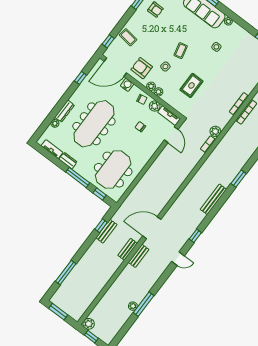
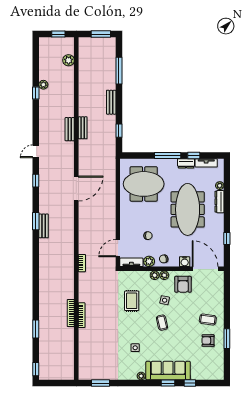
coffee table: (128, 37) -> (208, 319), moved
window: (108, 41) -> (227, 285), removed
door: (115, 67) -> (205, 269), hinge flipped
armchair: (142, 68) -> (183, 284), turned 90
plant: (215, 131) -> (84, 278), removed
door: (171, 135) -> (118, 248), hinge flipped
meeting table: (113, 170) -> (144, 184), turned 90
window: (239, 179) -> (36, 221), moved
window: (100, 194) -> (194, 156), moved
bench: (213, 199) -> (44, 226), width x0.73
door: (152, 228) -> (76, 189), moved
bench: (106, 231) -> (111, 102), moved
window: (144, 304) -> (36, 93), width x0.46
plant: (89, 324) -> (69, 60), moved

